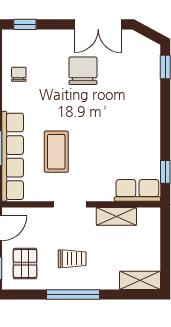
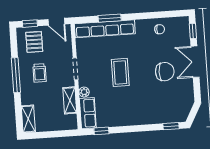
double door: (98, 24) -> (195, 62), moved
coffee table: (56, 152) -> (120, 72), moved, turned 90
plant: (105, 194) -> (84, 92), added
pallet: (25, 264) -> (34, 42), turned 90

